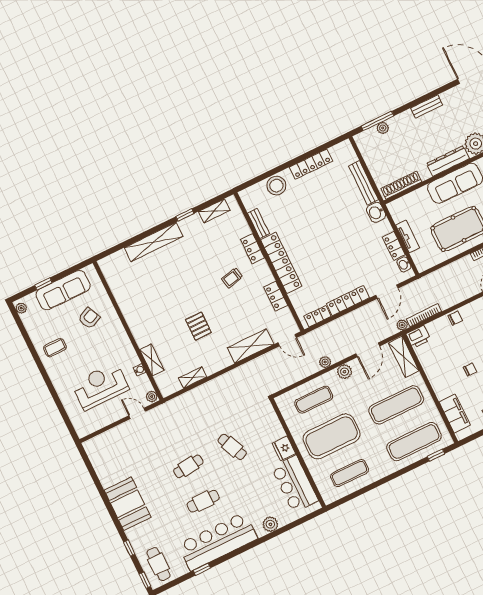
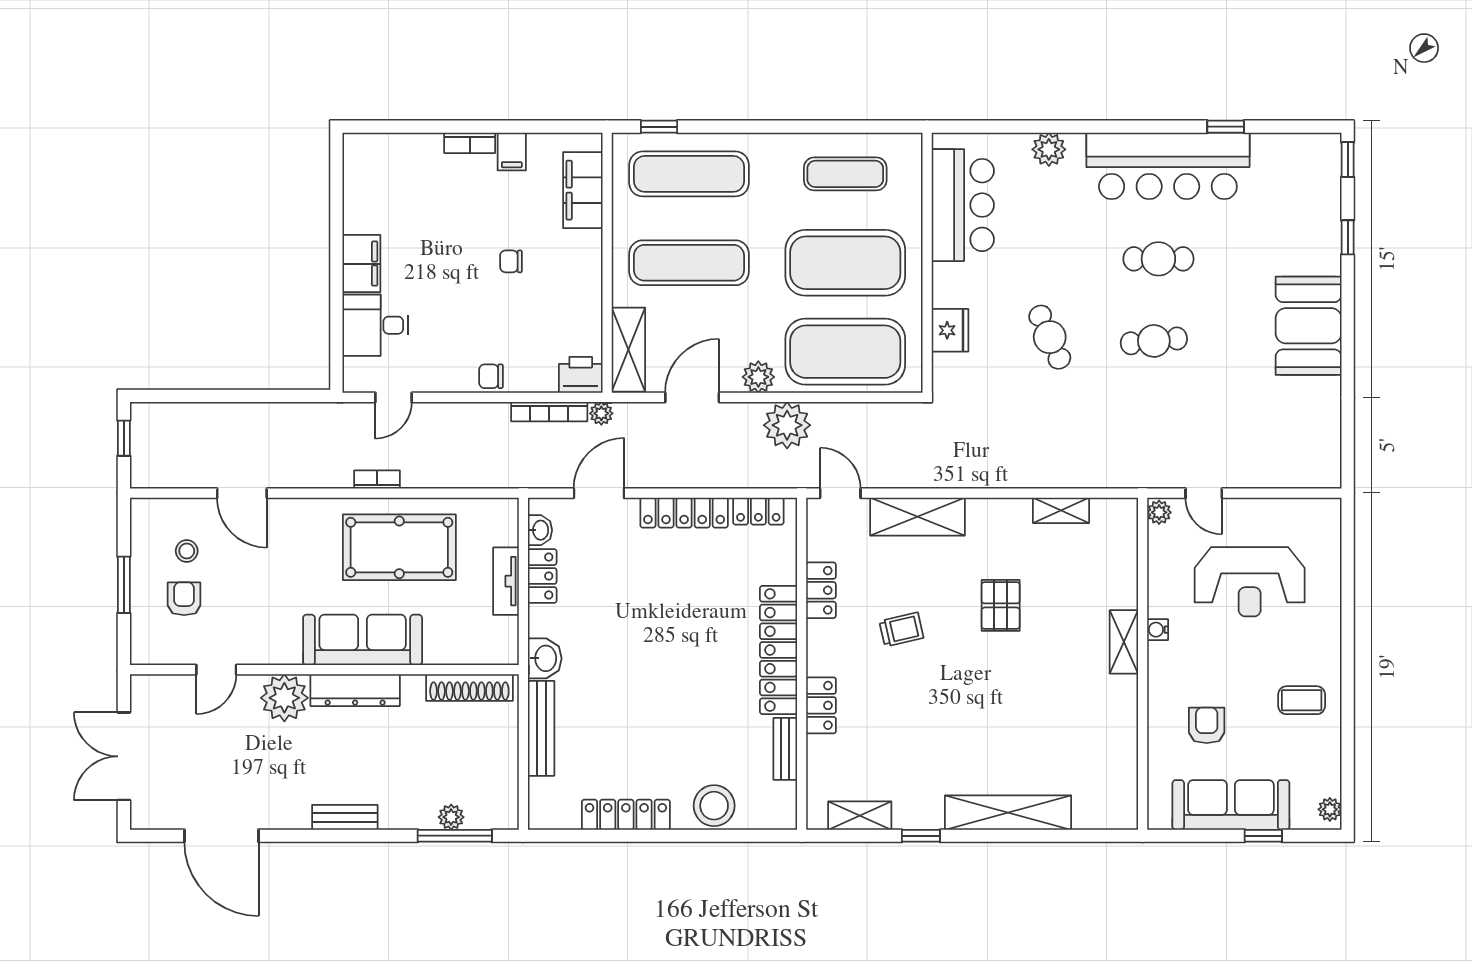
trolley: (232, 278) -> (901, 630), moved
armchair: (89, 318) -> (1207, 725), turned 115
shelving: (152, 360) -> (1124, 642), moved
plant: (325, 362) -> (787, 425), width x1.87, depth x1.87
water cooler: (139, 370) -> (1158, 630), moved
exercise mat: (314, 400) -> (845, 352), width x2.00, depth x1.45
fridge: (284, 448) -> (950, 330), moved
cafe table: (158, 564) -> (1306, 178), removed

